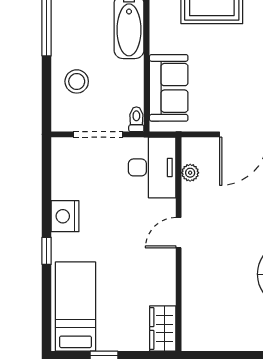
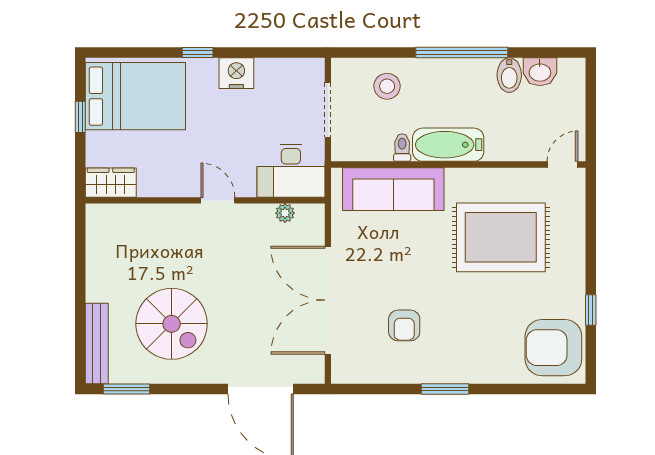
sofa: (169, 88) -> (393, 189), width x1.36
toilet: (136, 119) -> (402, 148), moved, turned -90
bed: (76, 307) -> (135, 96), width x1.50

